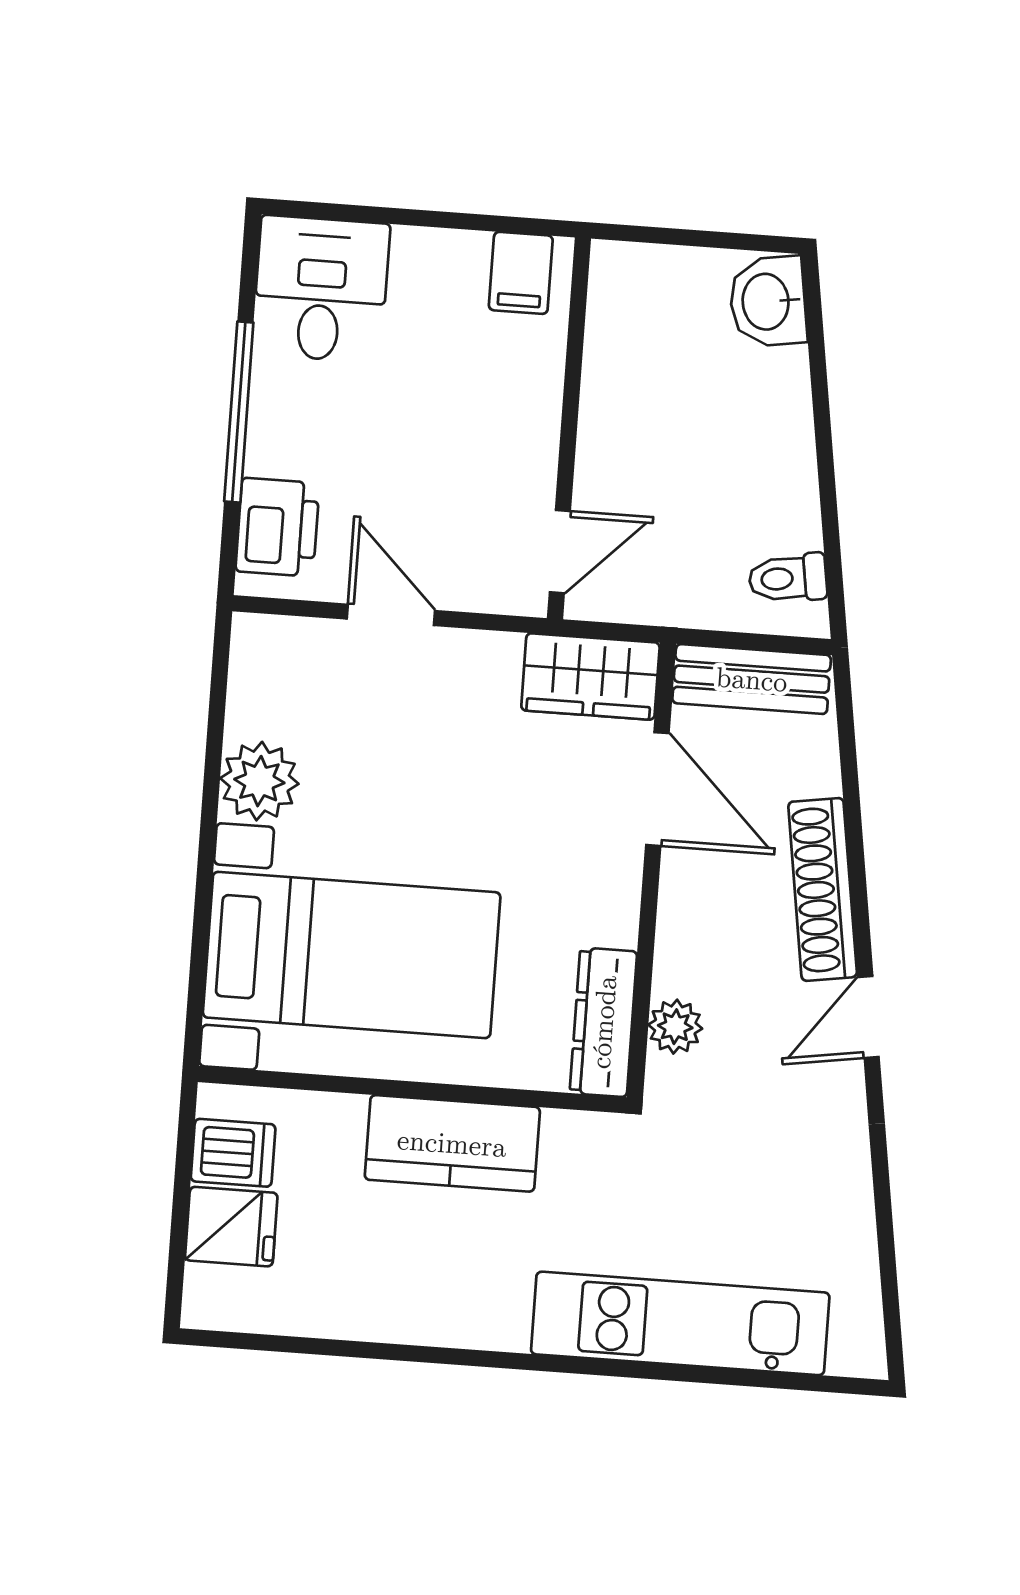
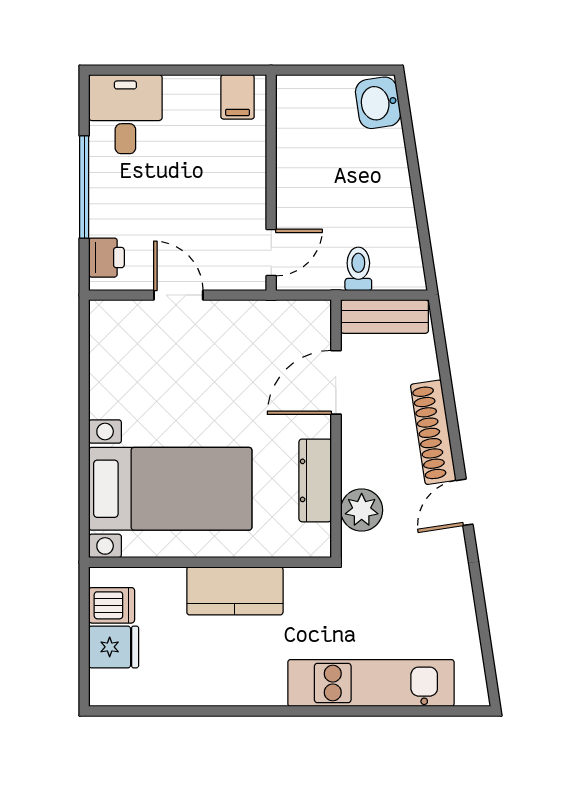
printer: (278, 527) -> (106, 258), width x0.73, depth x0.81
toilet: (788, 578) -> (358, 269), moved, turned 99
wardrobe: (590, 676) -> (294, 322), removed
plant: (259, 781) -> (111, 394), removed
door: (657, 789) -> (336, 382), swing flipped
dresser: (603, 1022) -> (315, 480), moved
plant: (675, 1027) -> (362, 510), width x1.38, depth x1.38

